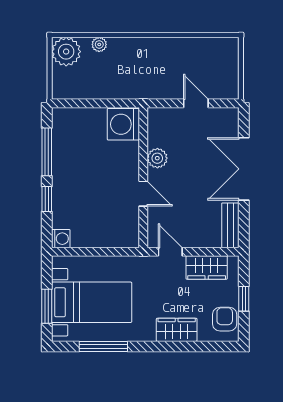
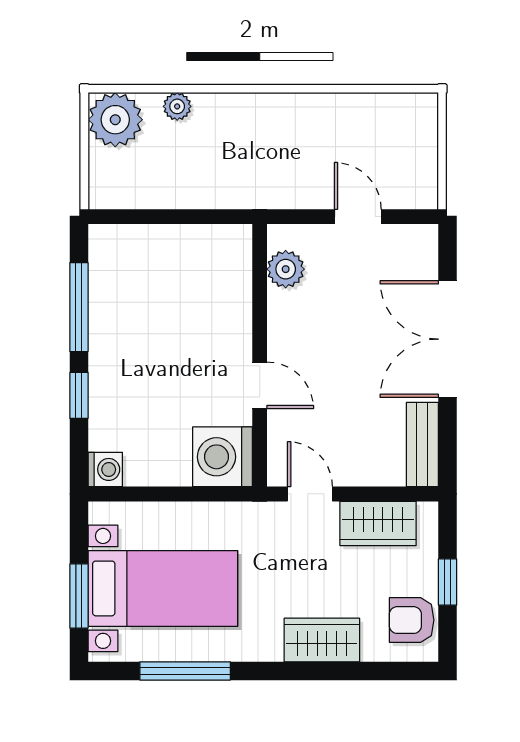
washing machine: (123, 124) -> (222, 457), moved
plant: (157, 158) -> (286, 269), moved
armchair: (225, 319) -> (412, 620), turned -90

